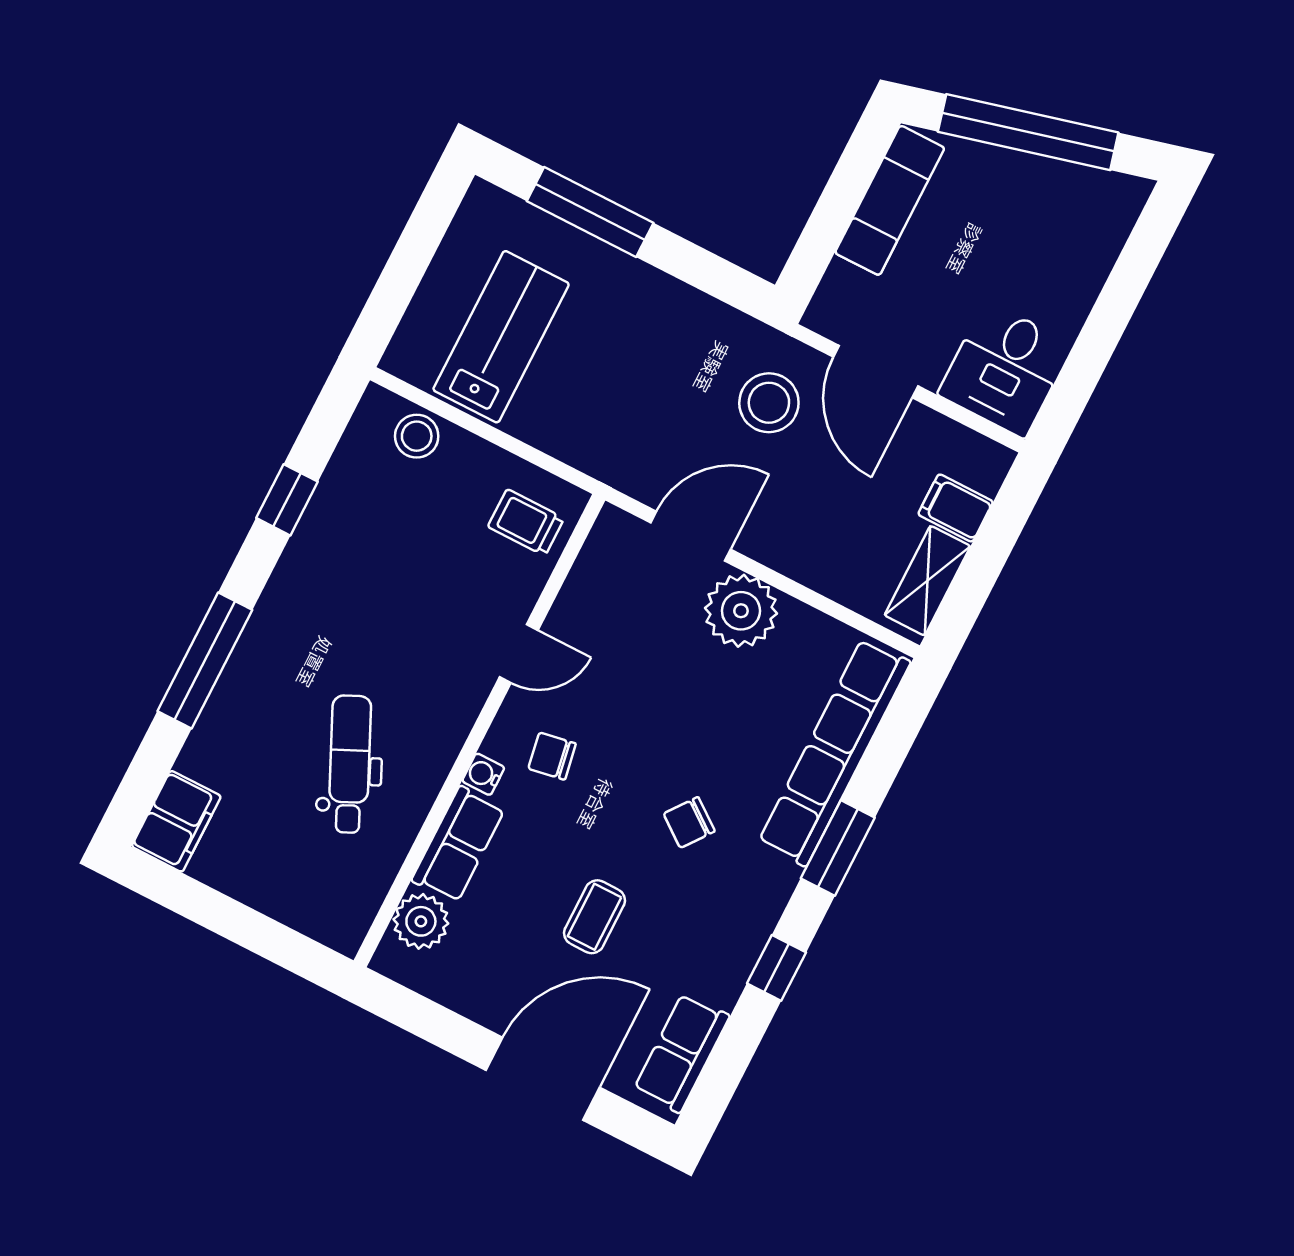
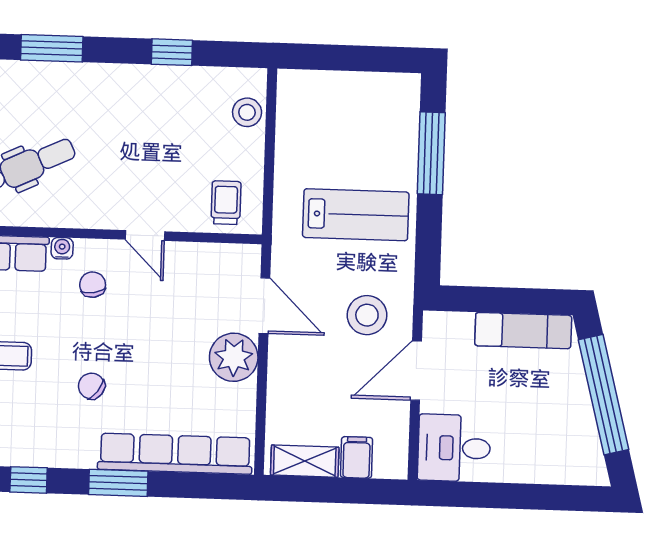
lab bench: (501, 337) -> (356, 215), moved
window: (205, 660) -> (52, 48), width x0.69

